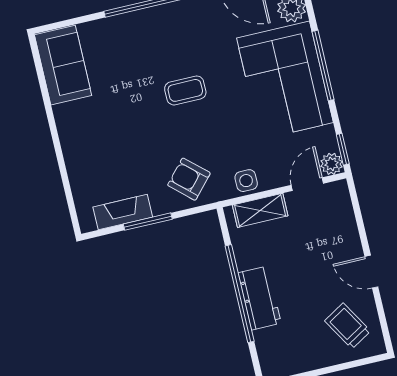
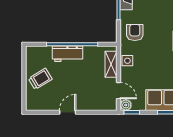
armchair: (189, 179) -> (135, 32), turned -42
trolley: (348, 326) -> (40, 79), moved

